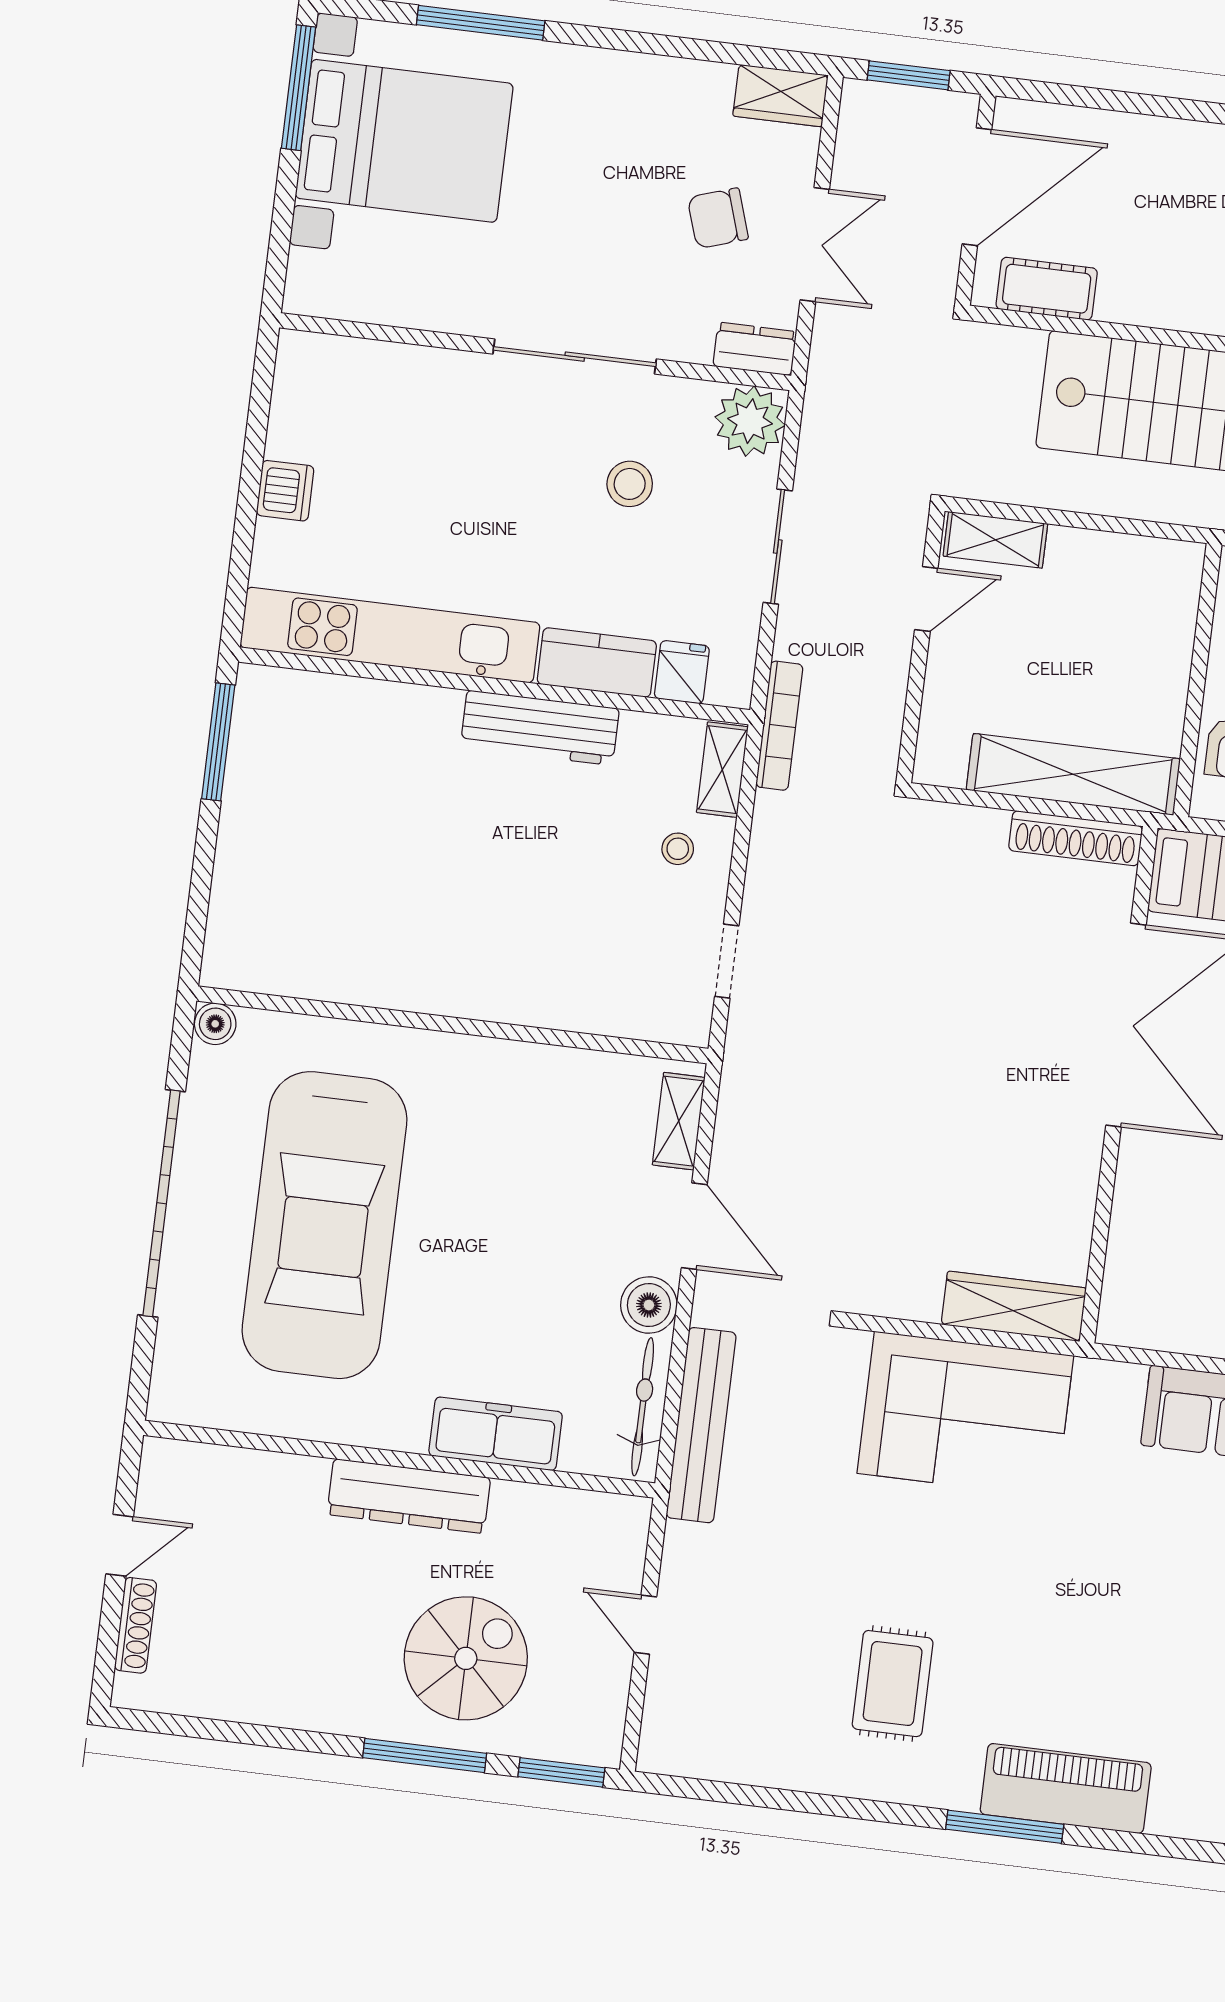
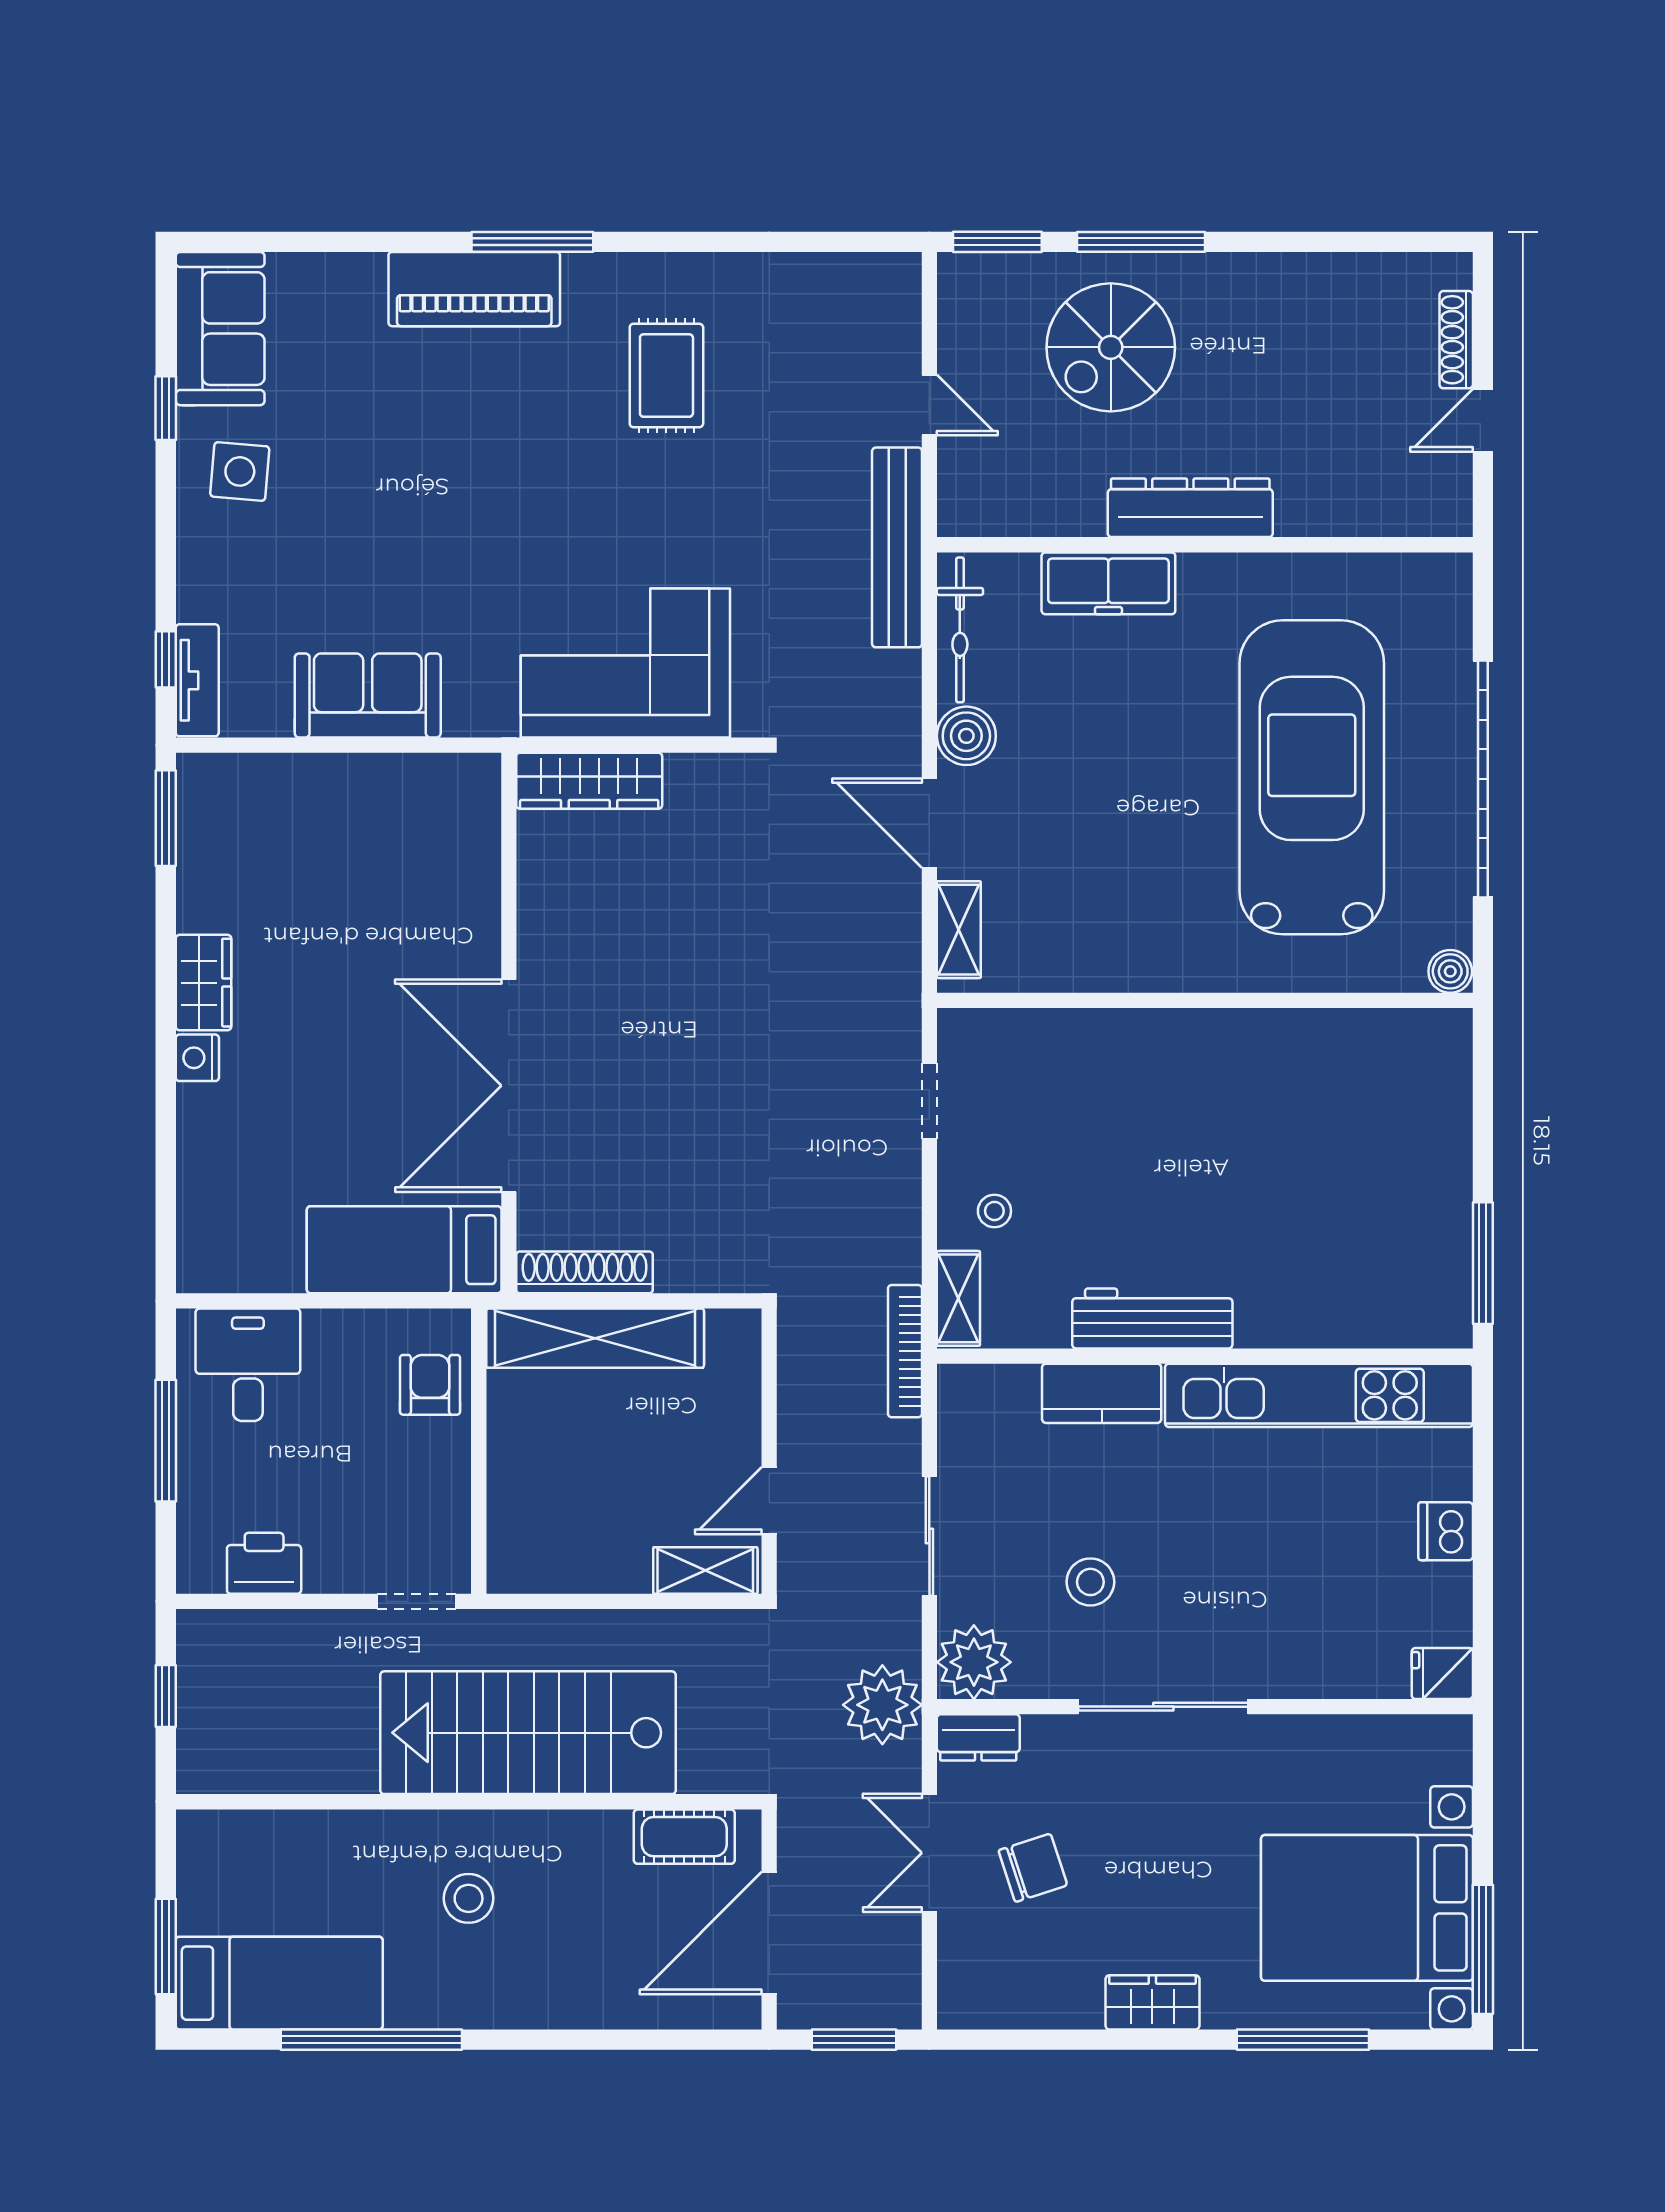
wardrobe: (780, 96) -> (1152, 2002), moved
plant: (842, 391) -> (882, 1705), added
fridge: (682, 672) -> (1442, 1673), moved, turned 90
bench: (701, 1425) -> (897, 547), moved

